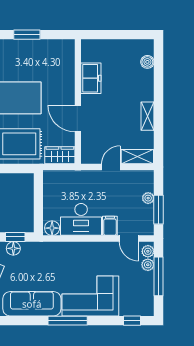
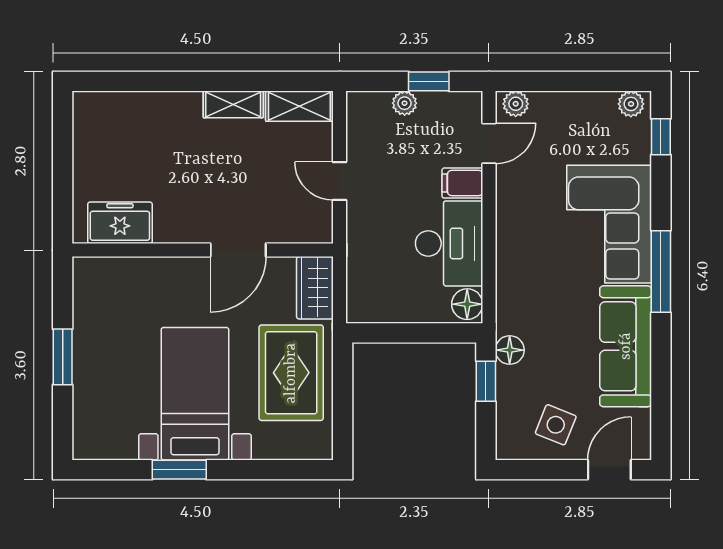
boiler: (147, 62) -> (120, 105), removed
freezer: (91, 78) -> (120, 223), moved
shelving: (137, 157) -> (299, 106), moved, turned 90
window: (159, 210) -> (429, 81), width x0.67
floor lamp: (13, 248) -> (510, 350), moved
plant: (148, 265) -> (631, 104), moved
window: (159, 276) -> (568, 81), removed

